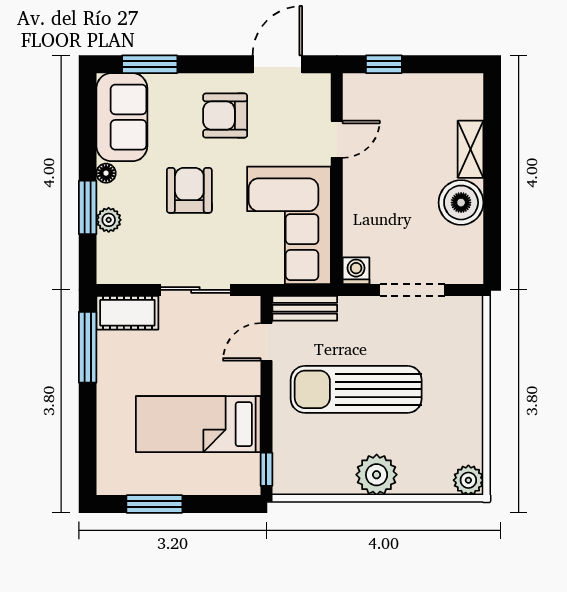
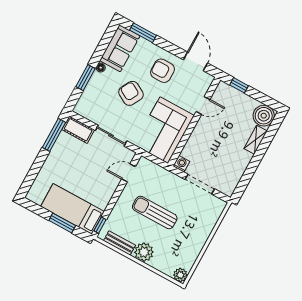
door: (277, 64) -> (195, 61), hinge flipped
armchair: (189, 190) -> (131, 93), turned -61
boiler: (461, 203) -> (264, 116), moved
plant: (109, 220) -> (91, 87), removed
bench: (305, 308) -> (119, 243), moved
sun lounger: (356, 389) -> (155, 212), width x0.73, depth x0.75
bed: (198, 424) -> (72, 209), moved
window: (154, 504) -> (62, 223), moved

